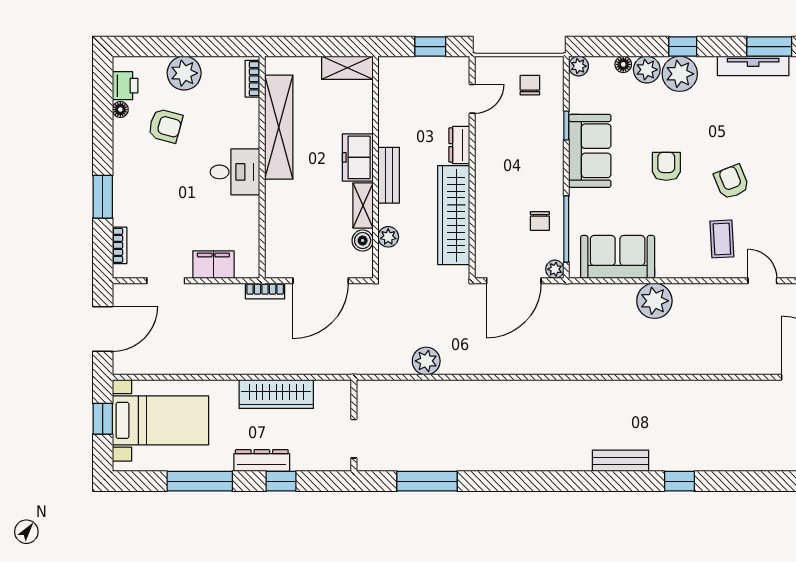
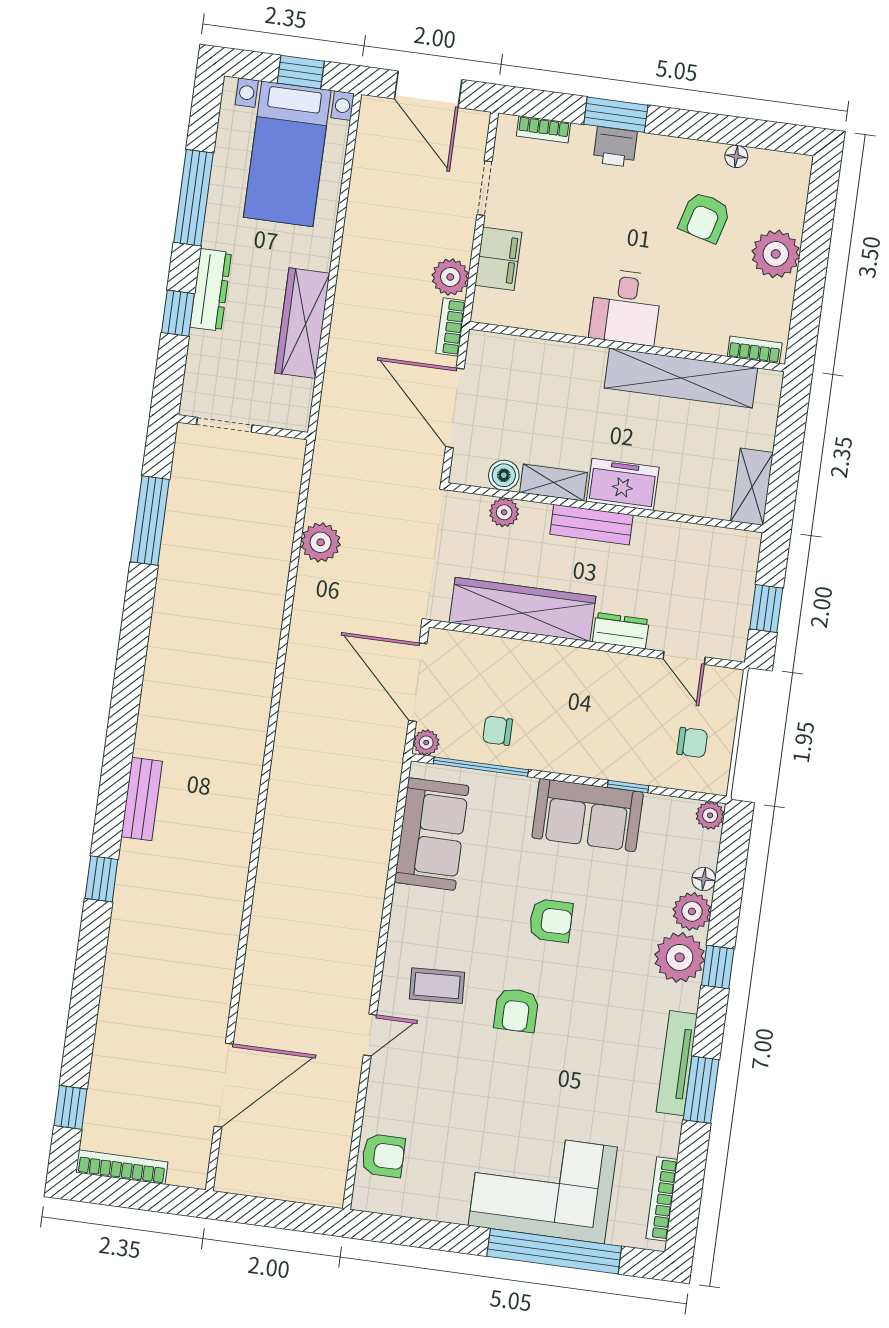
printer: (125, 86) -> (615, 147), moved
armchair: (732, 182) -> (516, 1010), turned 112
plant: (654, 301) -> (450, 277), moved, width x0.73, depth x0.73

